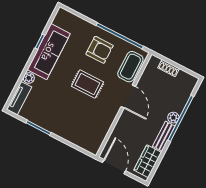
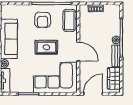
armchair: (100, 50) -> (43, 20), turned 90
door: (128, 96) -> (78, 52), moved
corner sofa: (79, 124) -> (55, 77), added
door: (114, 167) -> (93, 94), hinge flipped

